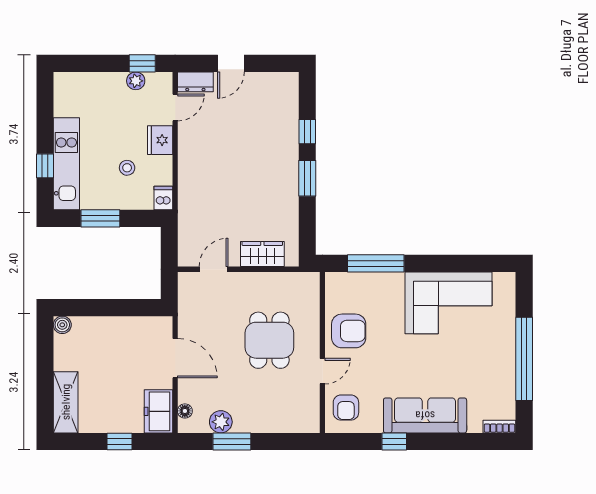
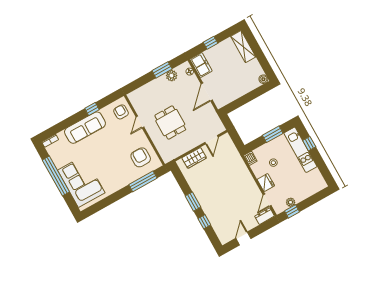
door: (231, 63) -> (243, 238), moved
corner sofa: (448, 303) -> (81, 181), moved, turned 90
armchair: (349, 331) -> (141, 157), moved, turned 90
door: (175, 358) -> (207, 92), hinge flipped

